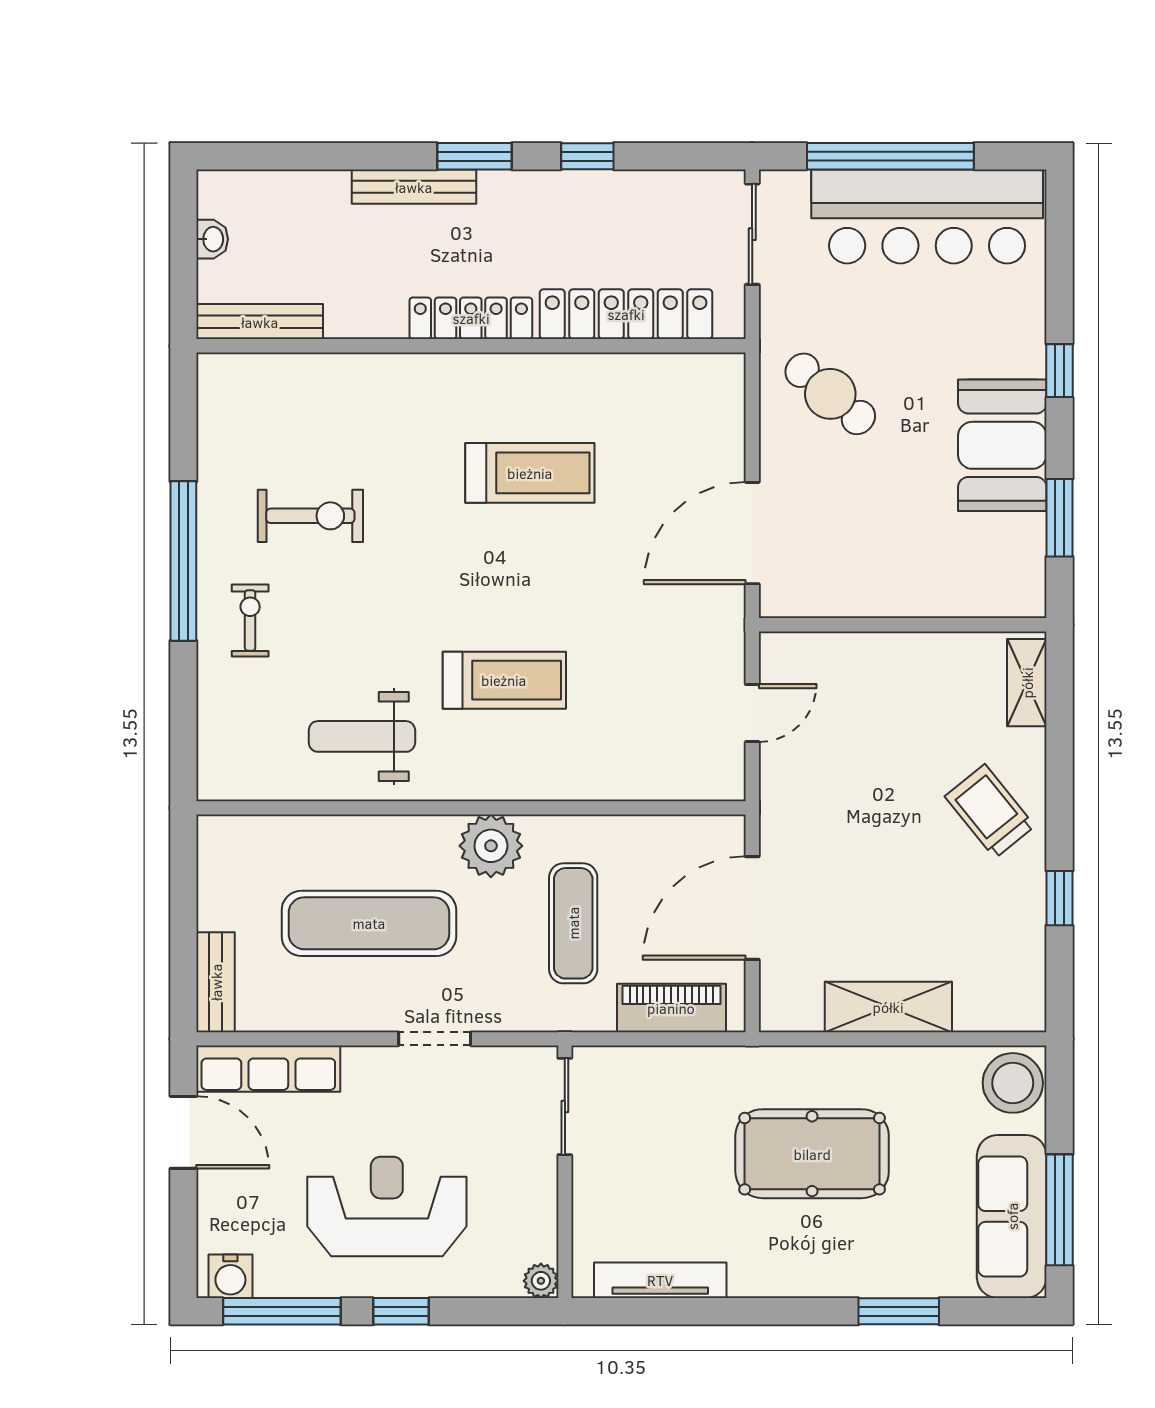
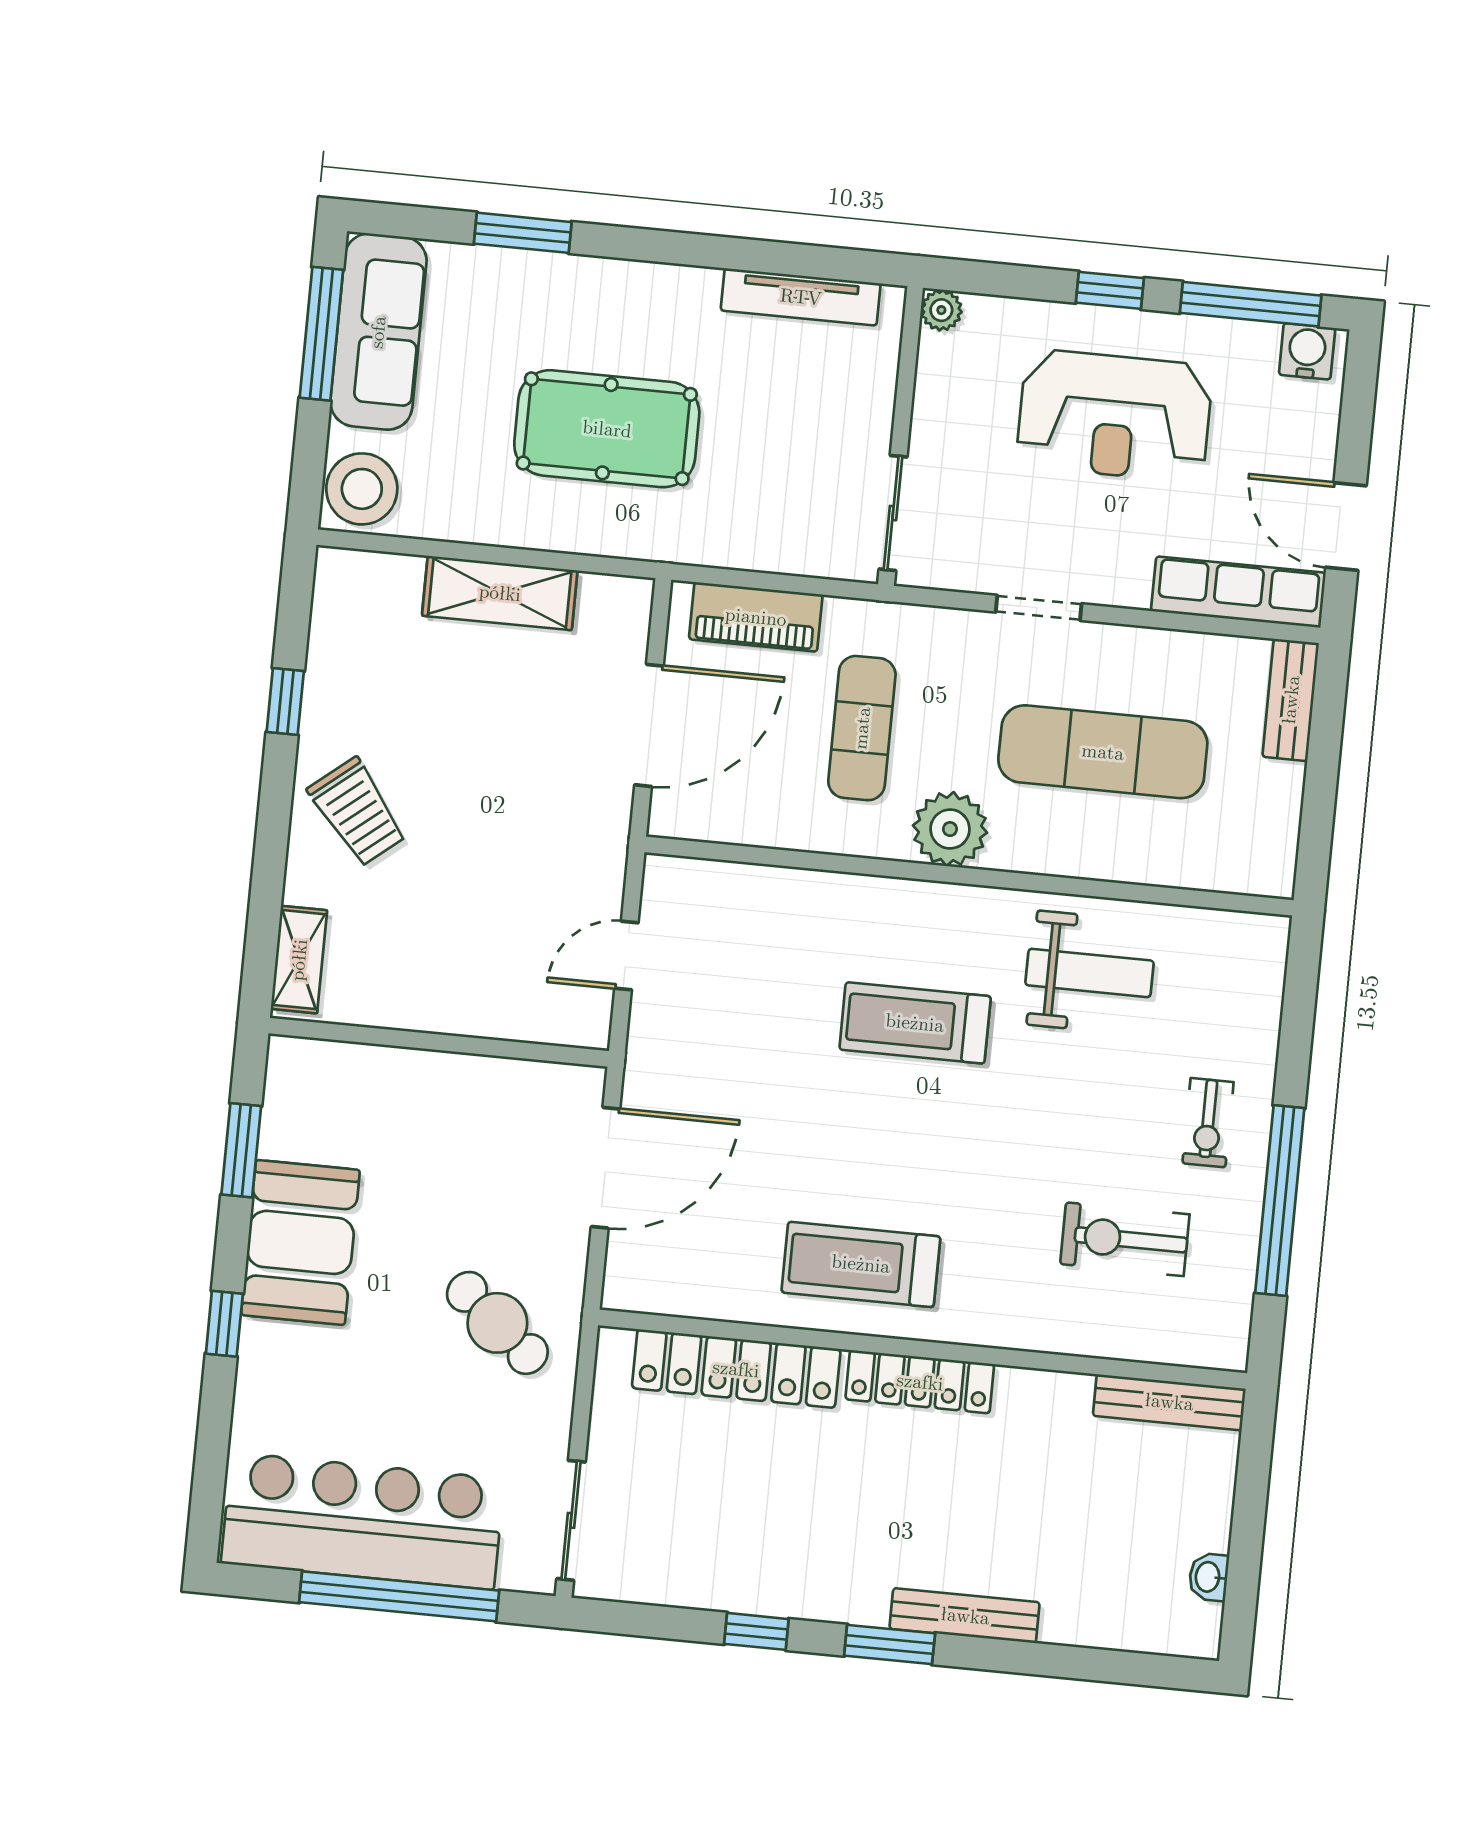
locker: (626, 314) -> (736, 1369), moved
locker: (471, 318) -> (920, 1382), moved
bench: (260, 322) -> (1169, 1402), moved
wall: (471, 346) -> (923, 1349), moved

